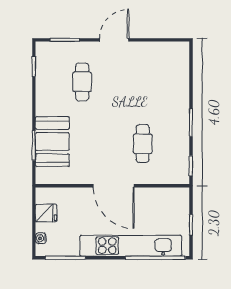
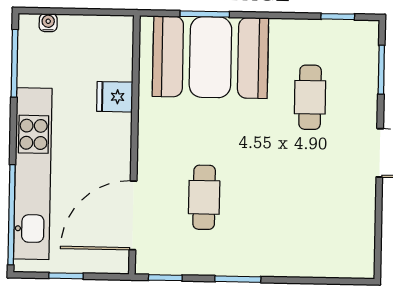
cafe table: (82, 82) -> (310, 97), turned 90
booth: (52, 141) -> (210, 57), width x1.36, depth x1.42
cafe table: (143, 144) -> (204, 197), turned 90
door: (114, 186) -> (133, 215), moved
fridge: (46, 213) -> (115, 97), moved, turned 90

